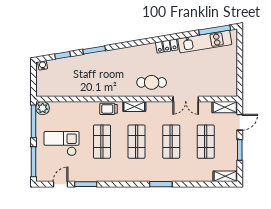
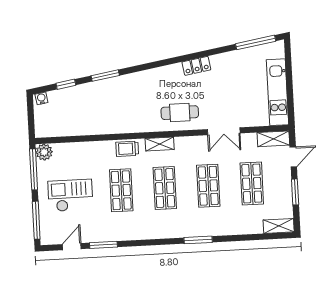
kitchen unit: (205, 42) -> (278, 92), moved, turned 99

